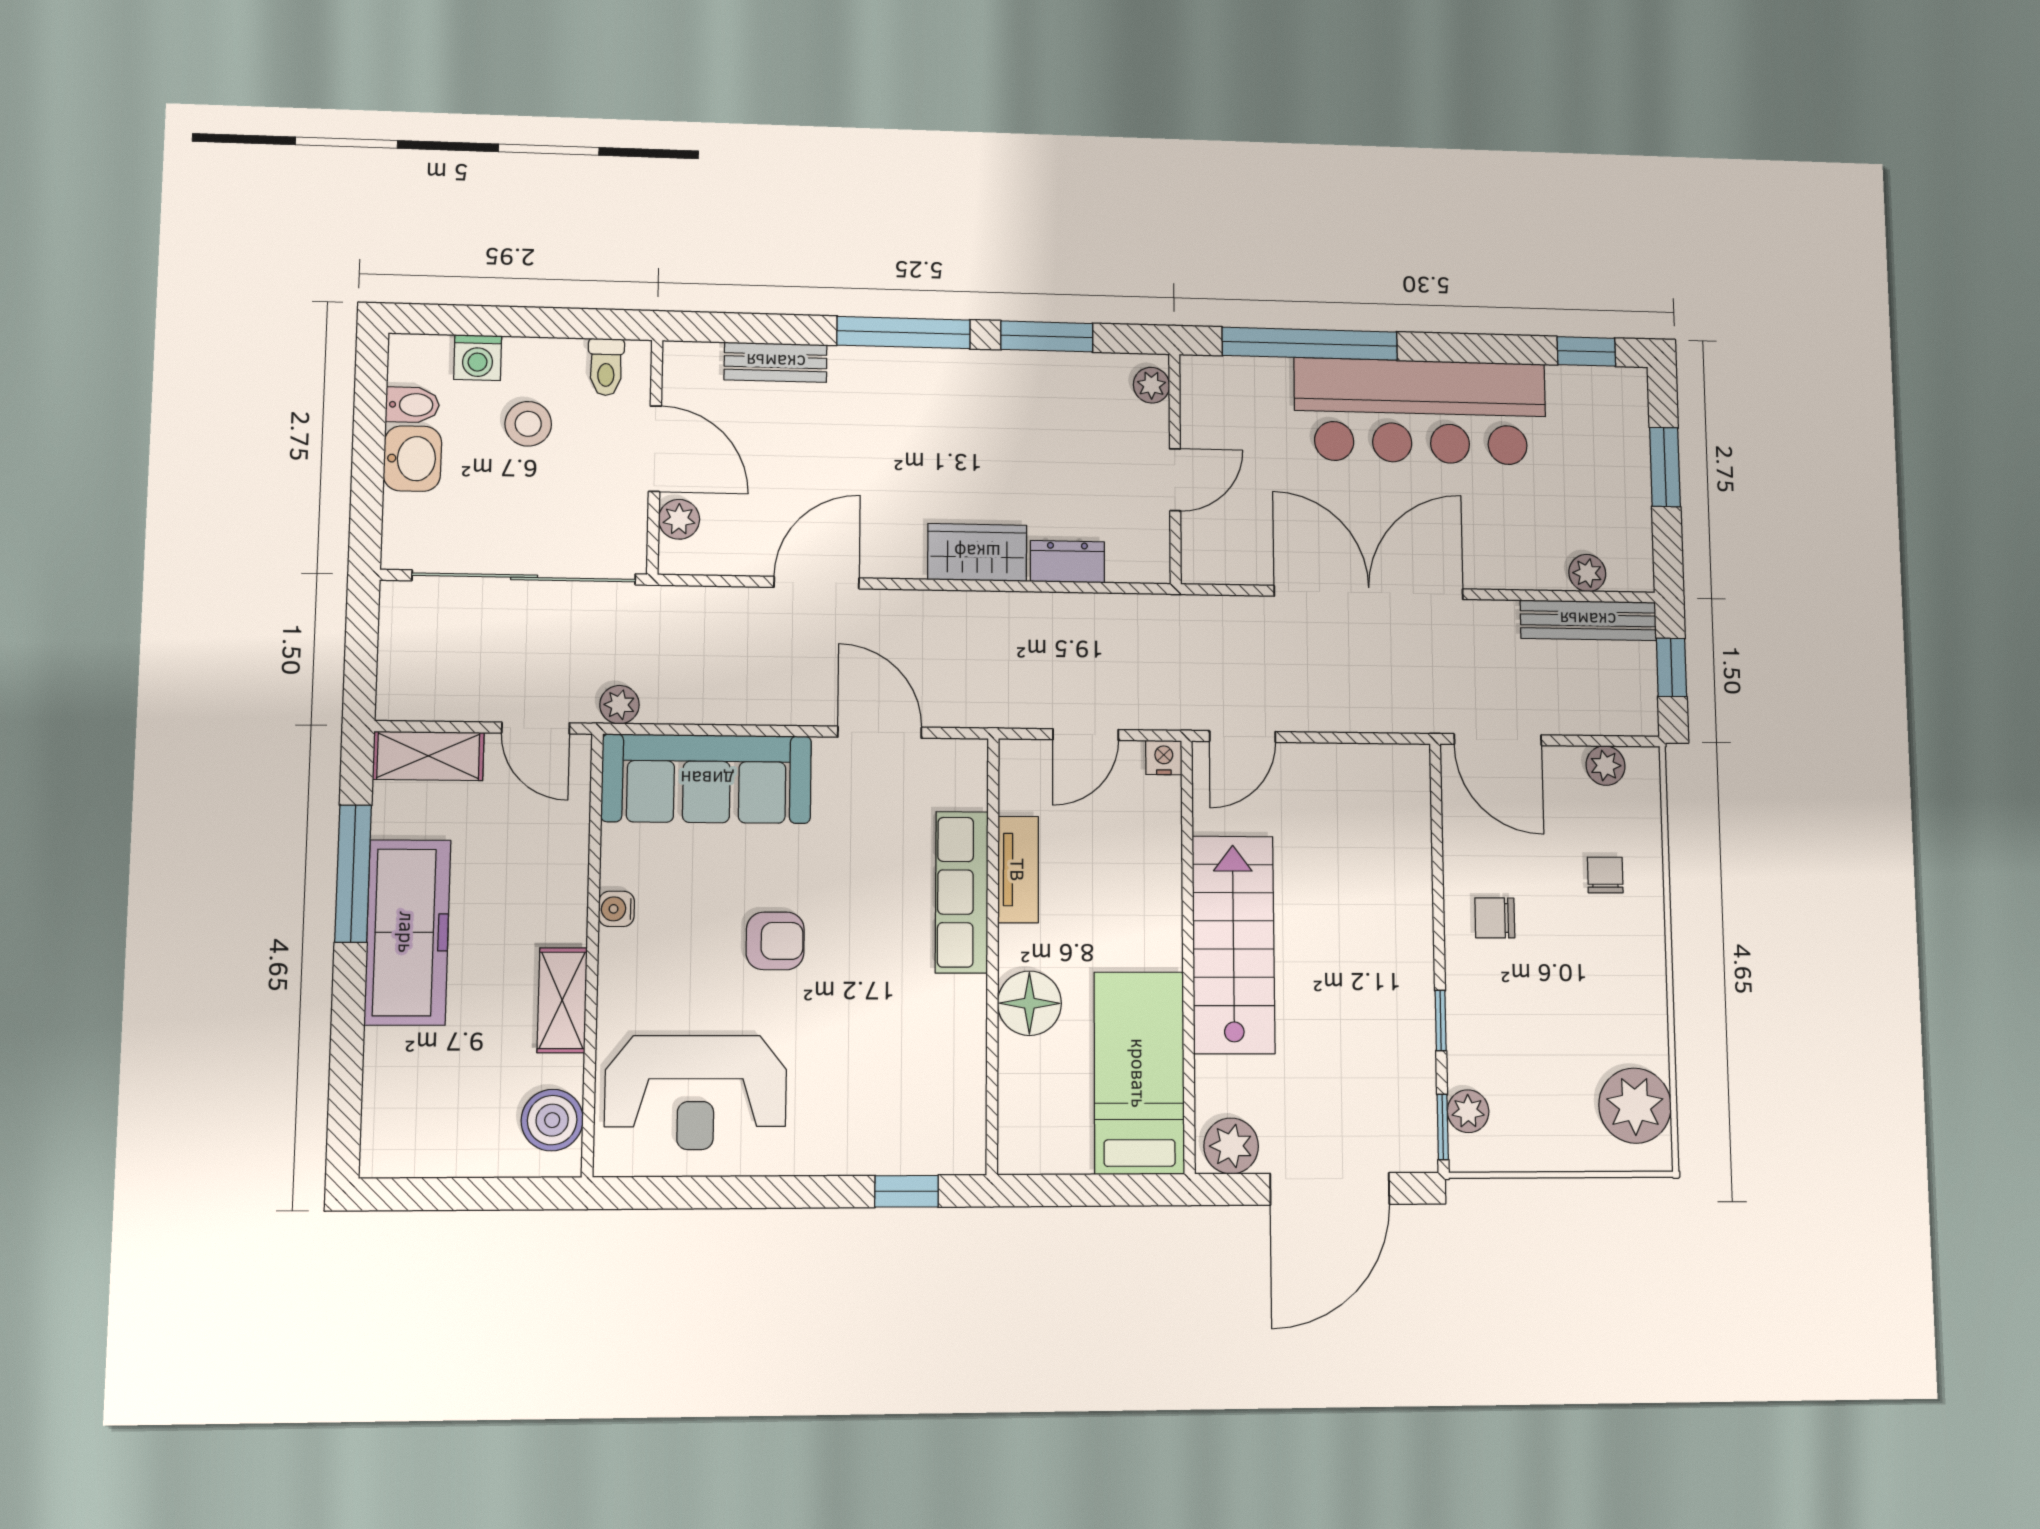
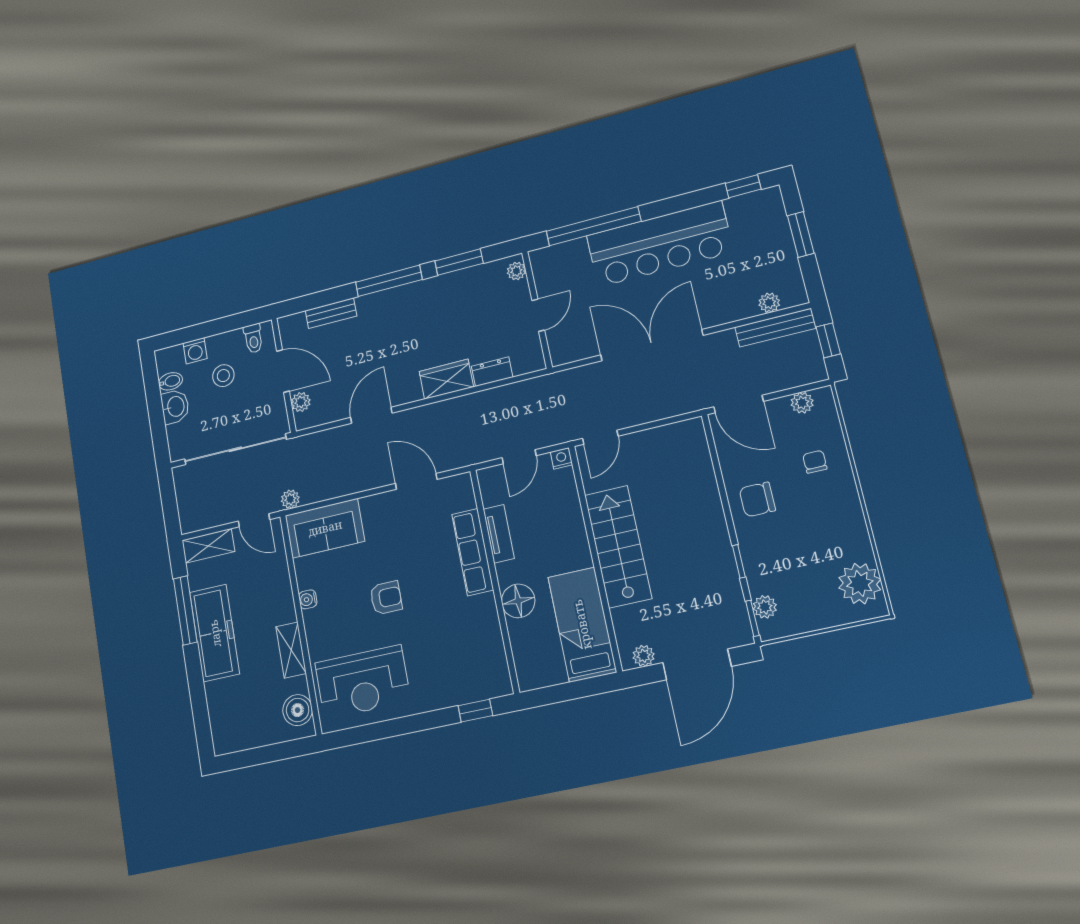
sofa: (707, 779) -> (325, 528), width x0.73
chair: (1495, 918) -> (757, 499), width x1.37, depth x1.37
plant: (1231, 1146) -> (644, 656), width x0.73, depth x0.73

